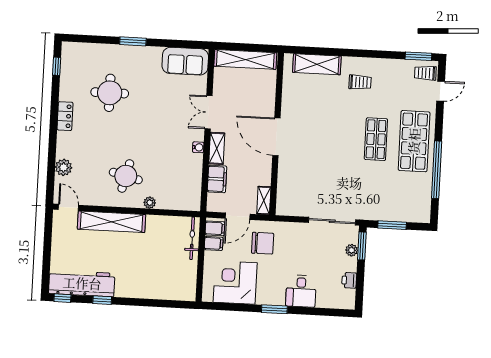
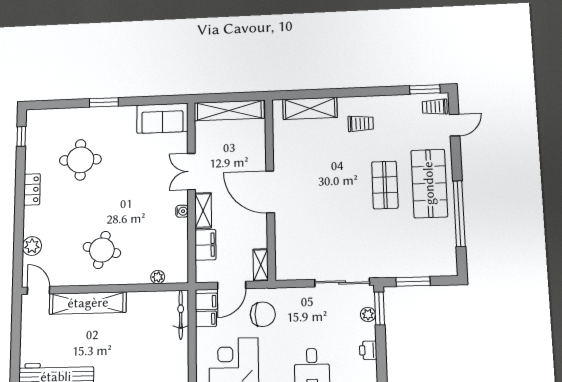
plant: (150, 203) -> (158, 277), moved

